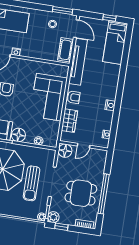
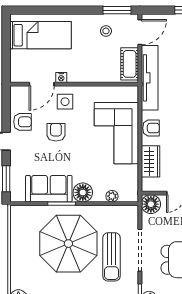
door: (76, 29) -> (140, 32), hinge flipped
side table: (16, 69) -> (65, 102), added

